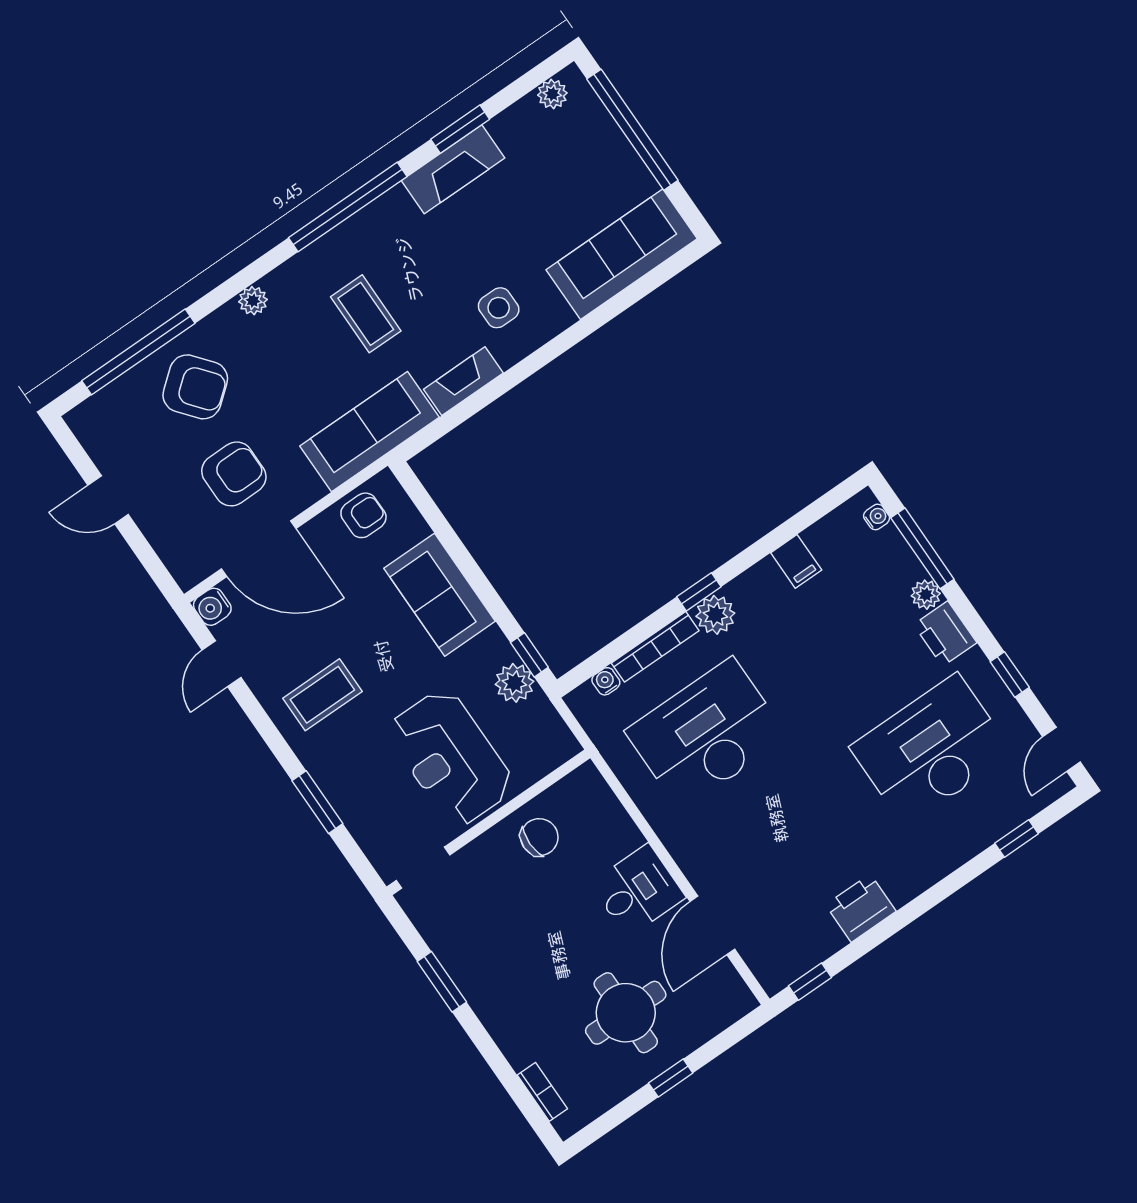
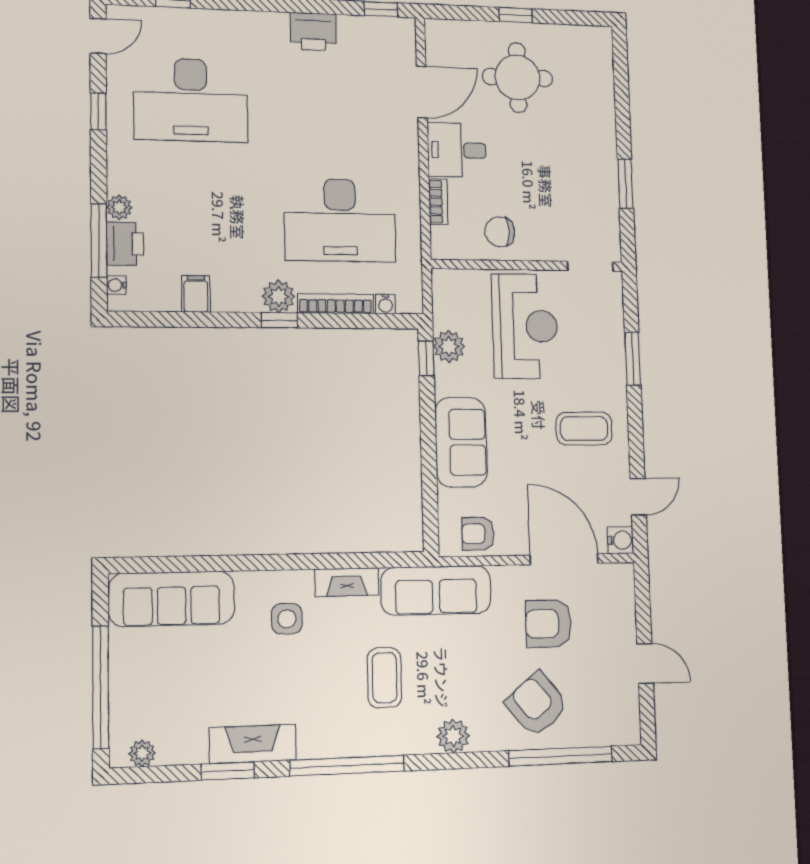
plant: (253, 301) -> (453, 736), width x1.38, depth x1.38
printer: (945, 634) -> (125, 244), moved
bookcase: (542, 1092) -> (438, 202), moved, turned 180

